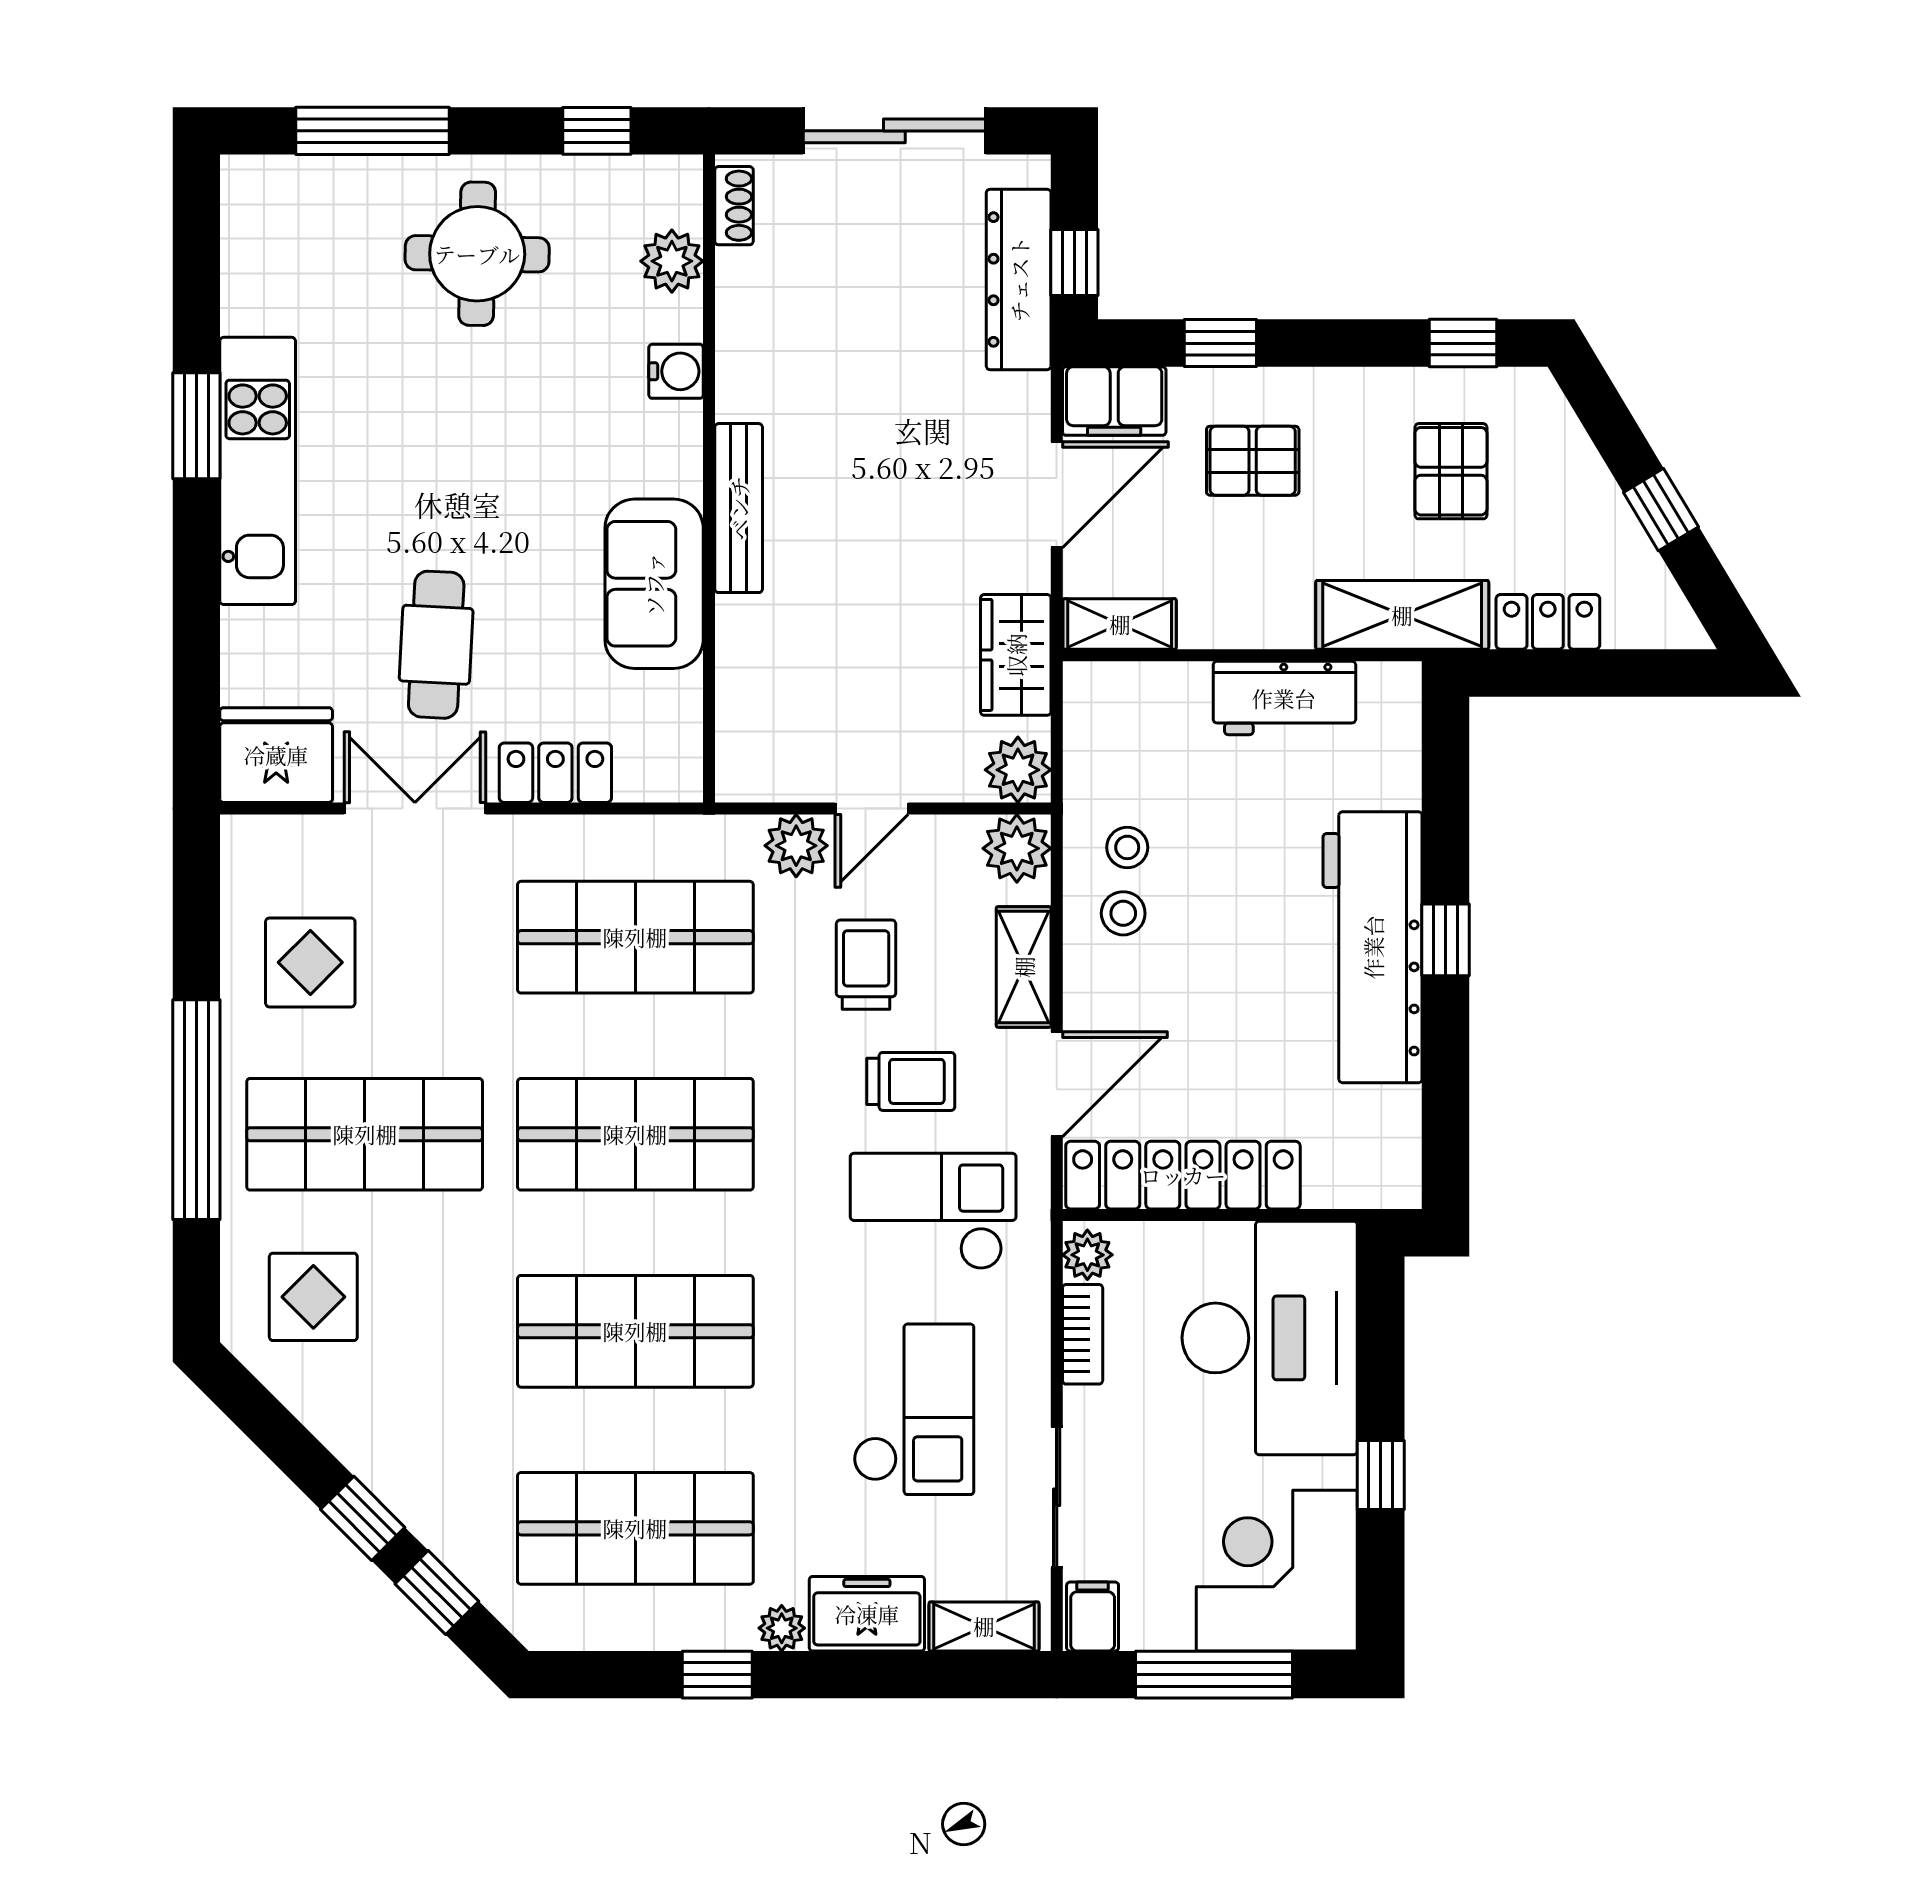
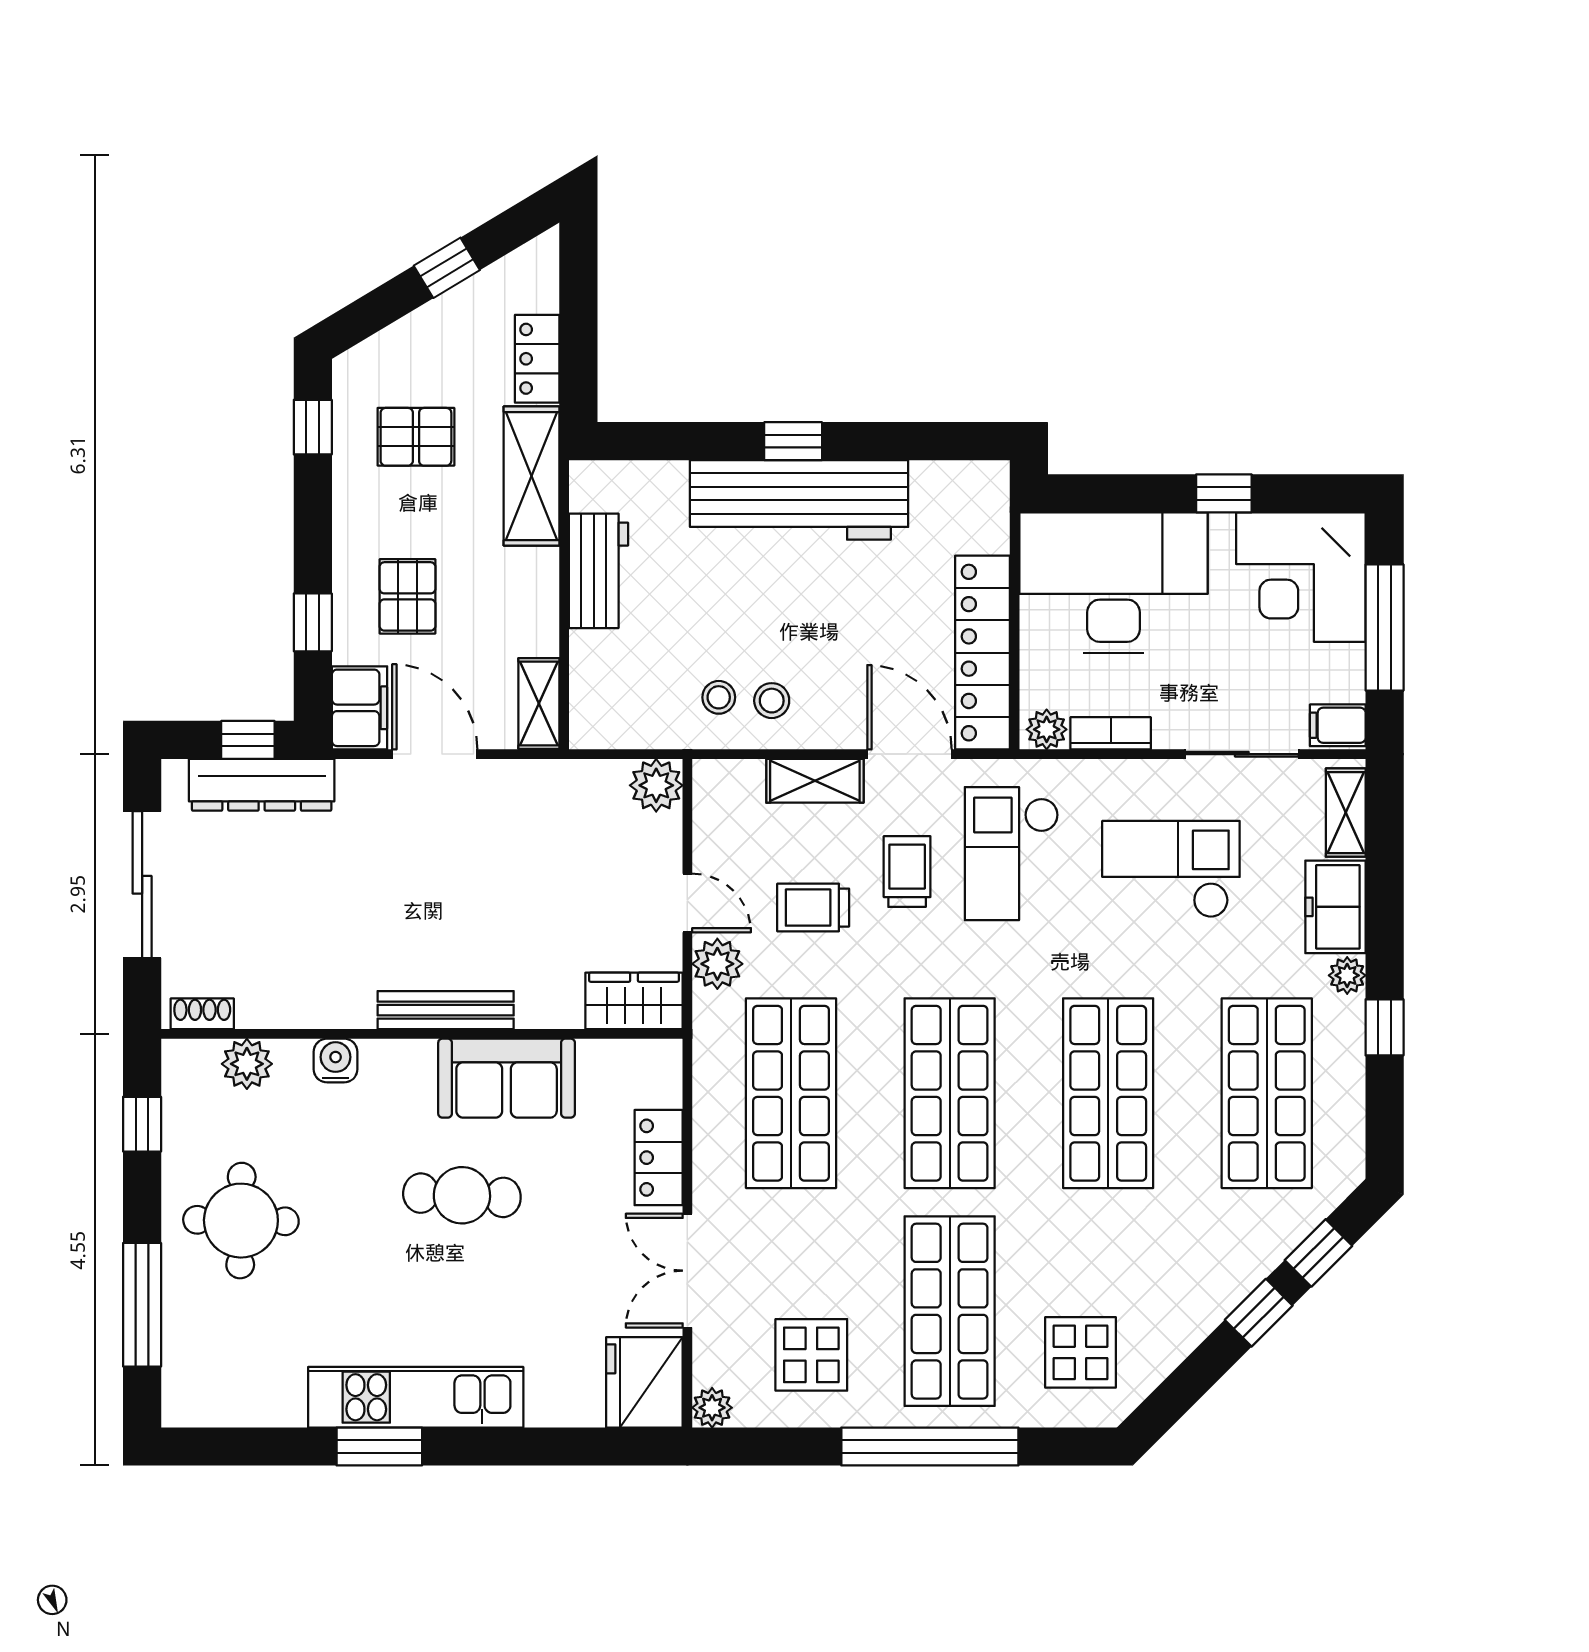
cafe table: (436, 645) -> (462, 1195), moved
wardrobe: (1016, 655) -> (634, 1001), moved, turned 180
plant: (1017, 848) -> (712, 1408), moved, width x0.73, depth x0.73

